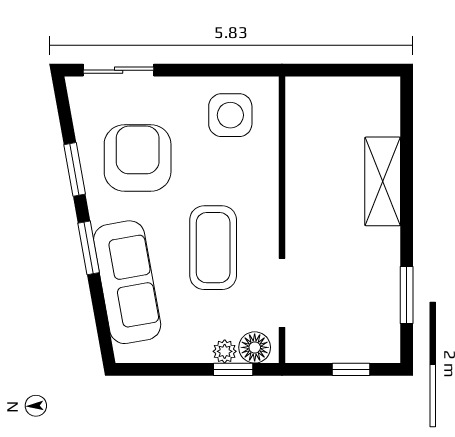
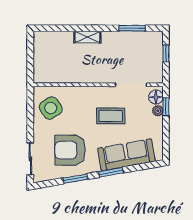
side table: (230, 115) -> (51, 108), turned -34
shelving: (383, 181) -> (87, 37), width x0.67, depth x0.75
coffee table: (213, 248) -> (111, 116), width x0.73, depth x0.76

